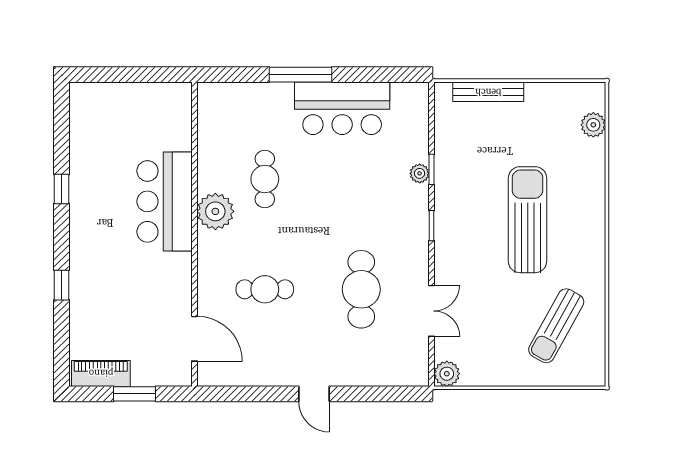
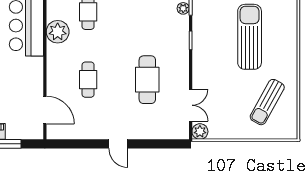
cafe table: (265, 289) -> (88, 80), turned 90
double door: (432, 311) -> (191, 105), moved

